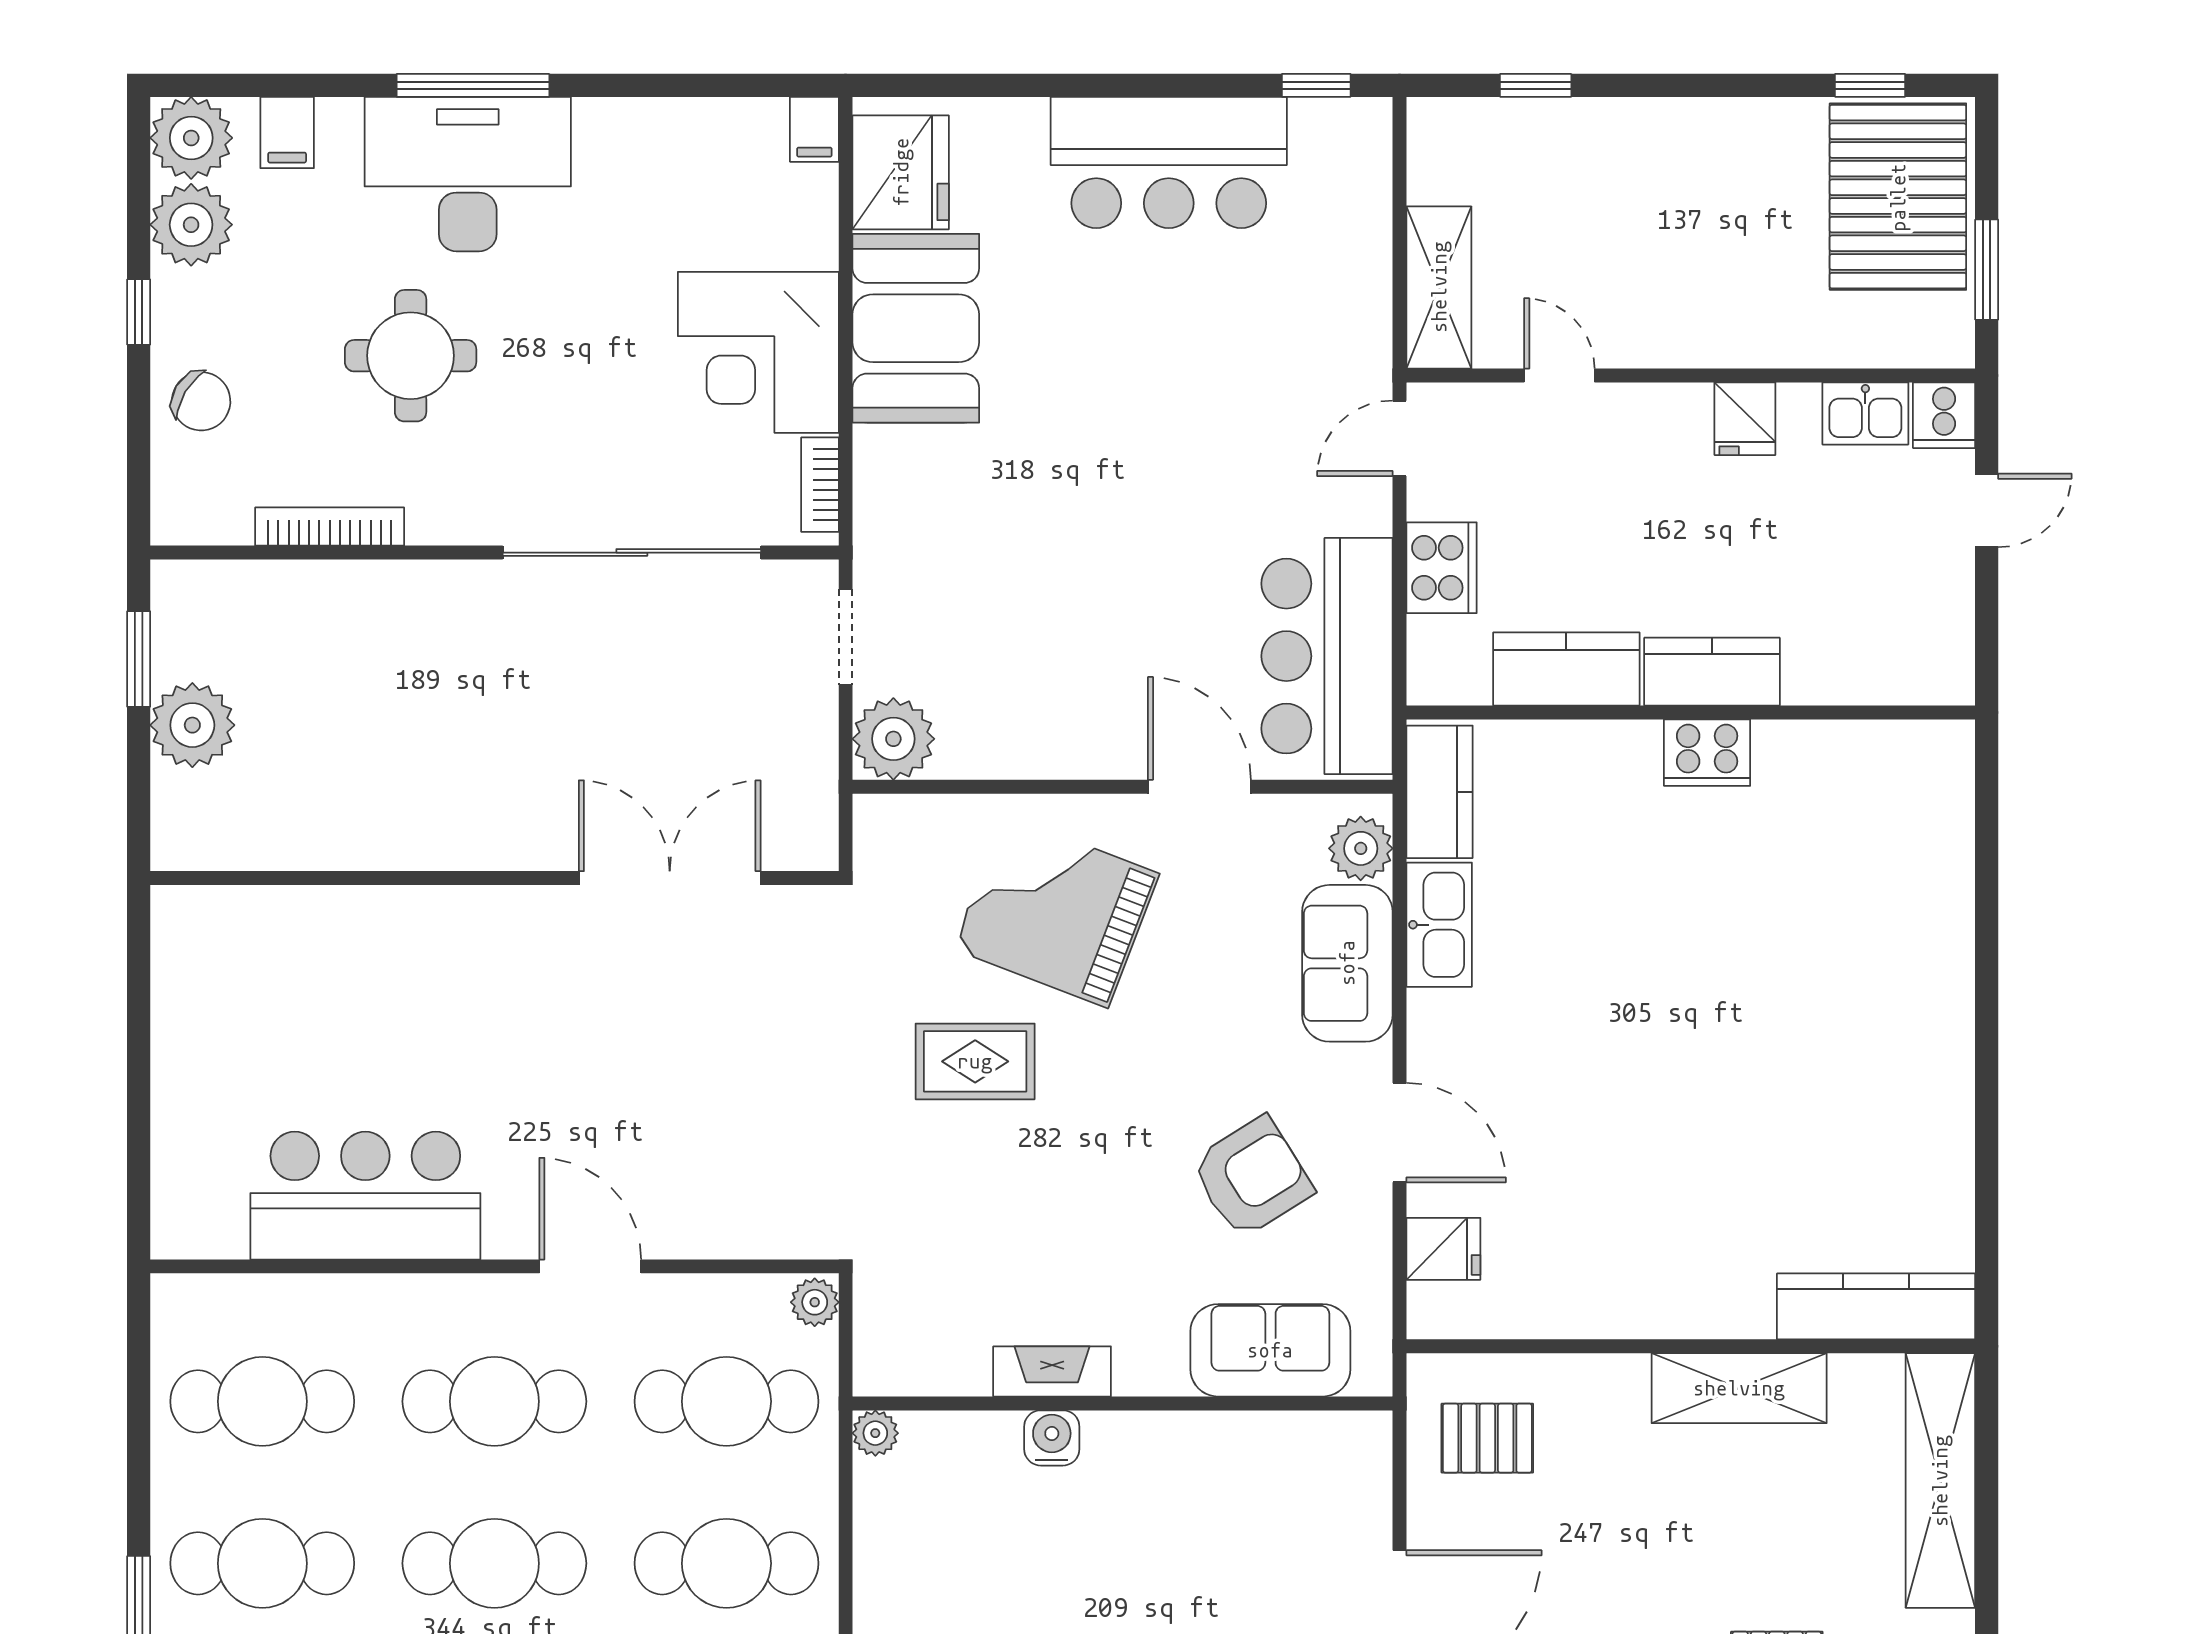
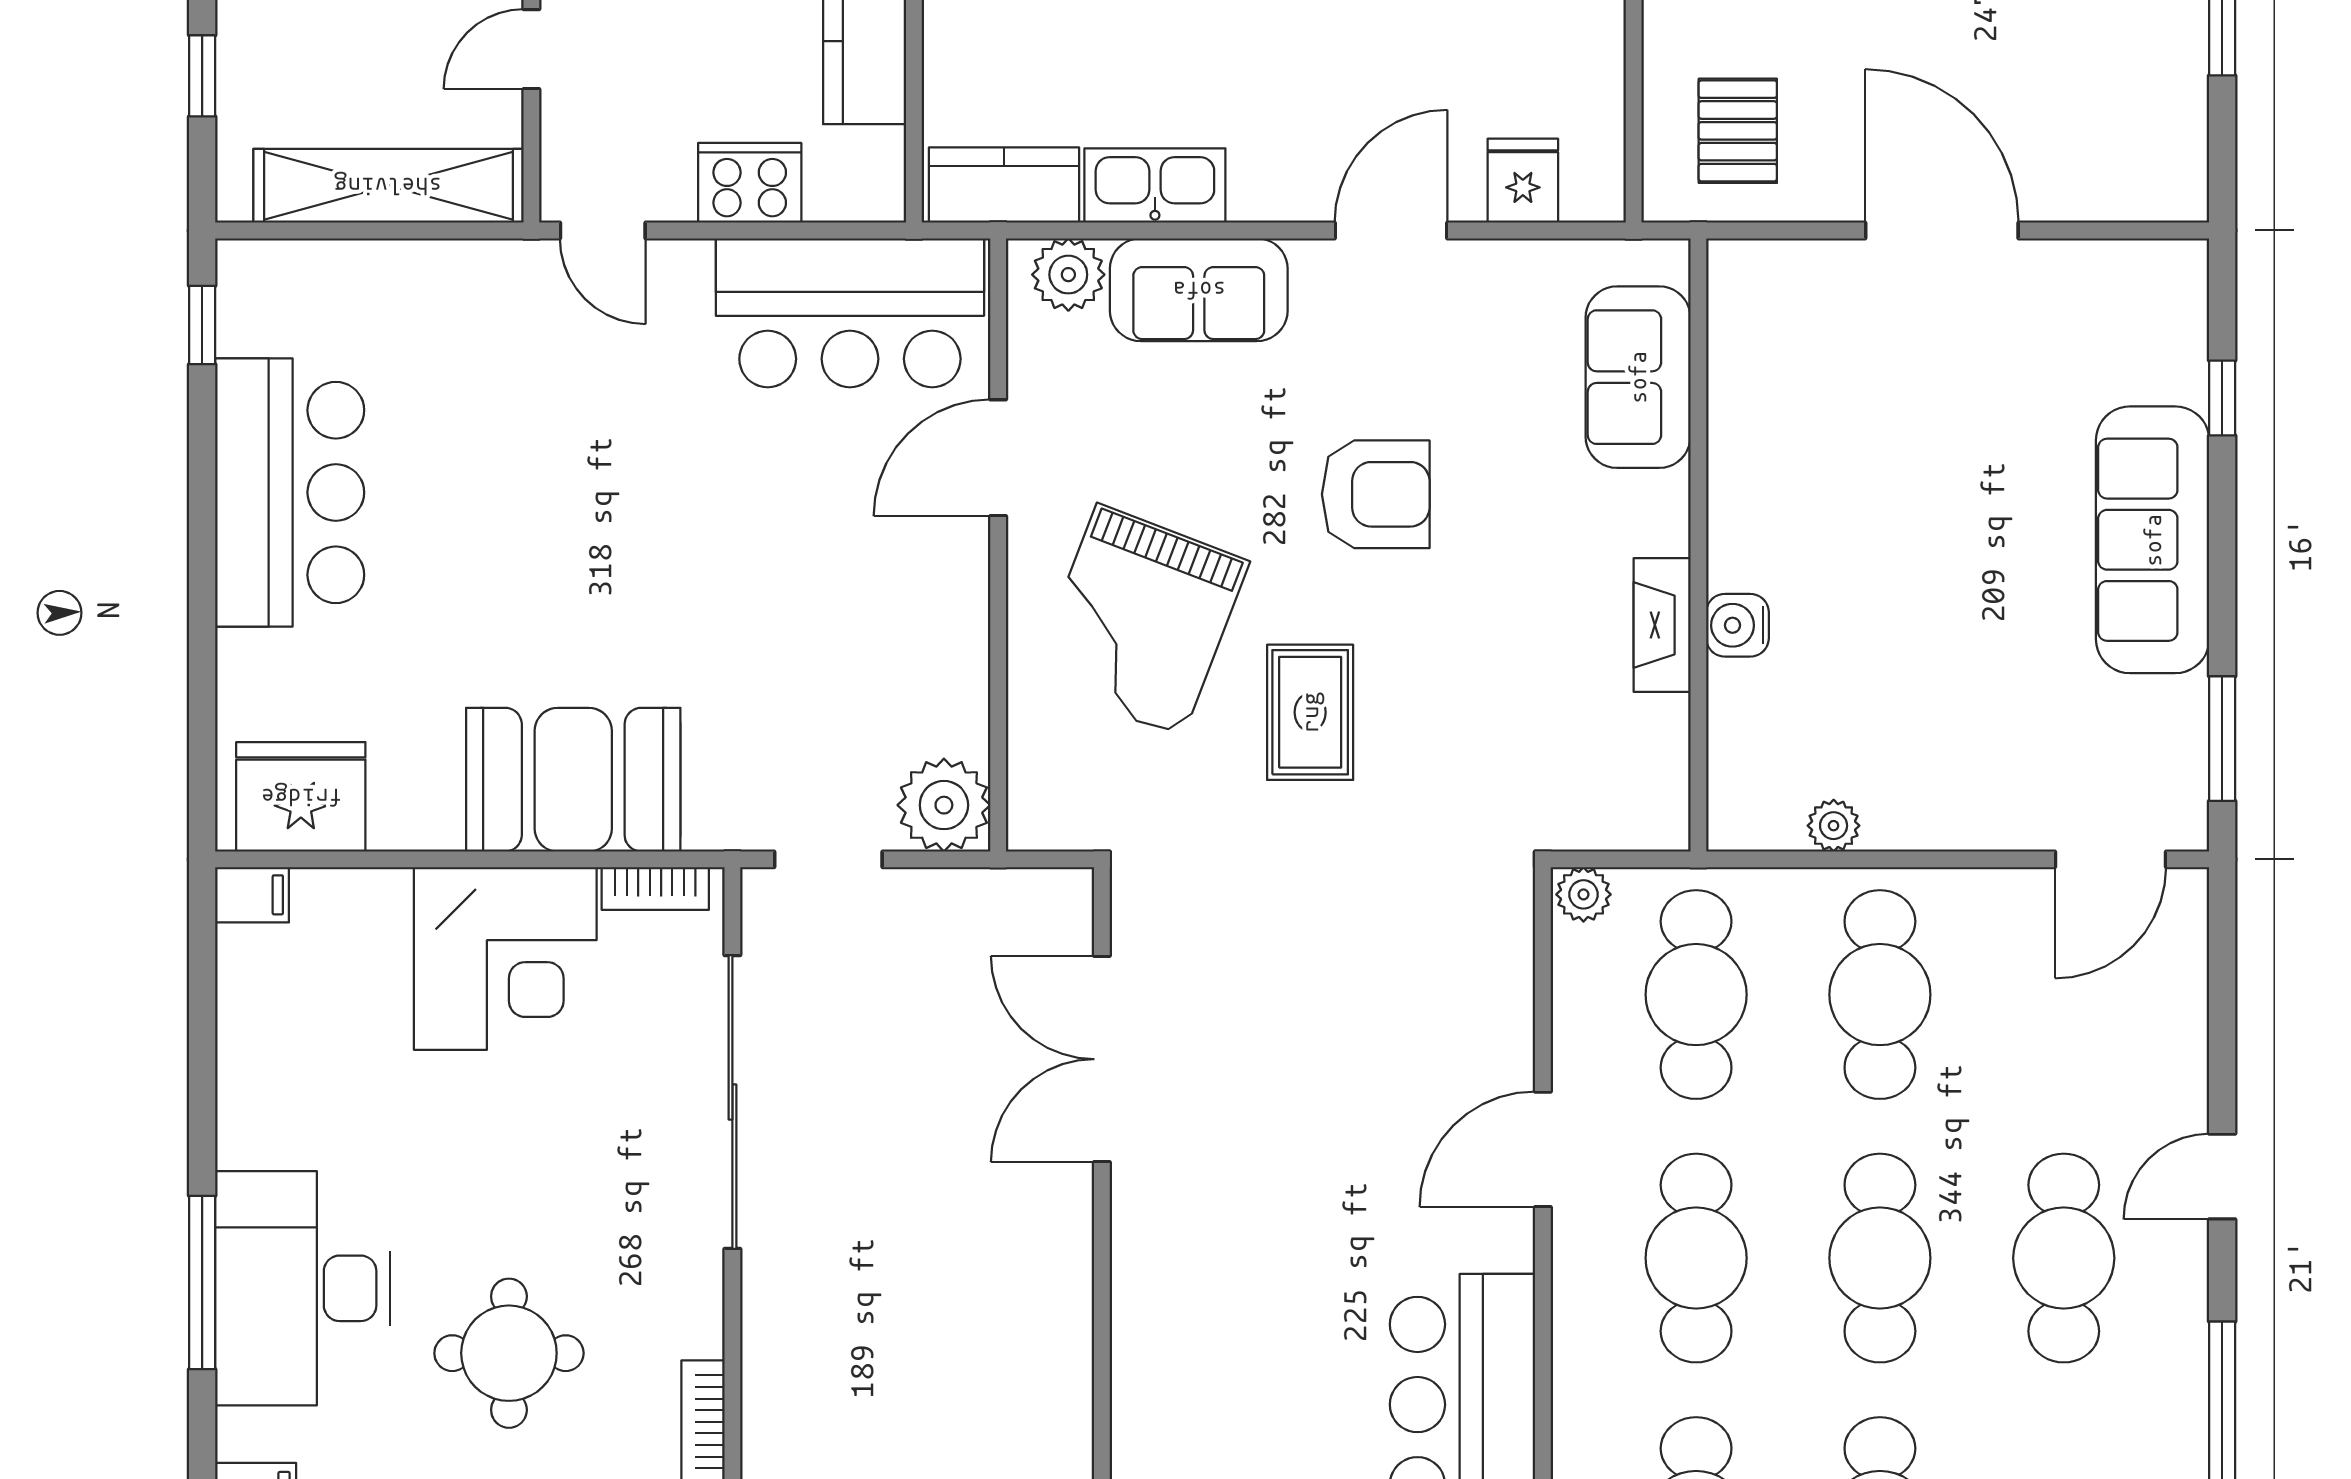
shelving: (1439, 287) -> (388, 186), width x1.47
booth: (916, 328) -> (573, 780), moved
armchair: (1252, 1177) -> (1376, 494), moved, turned 122
plant: (875, 1433) -> (1834, 826), moved

